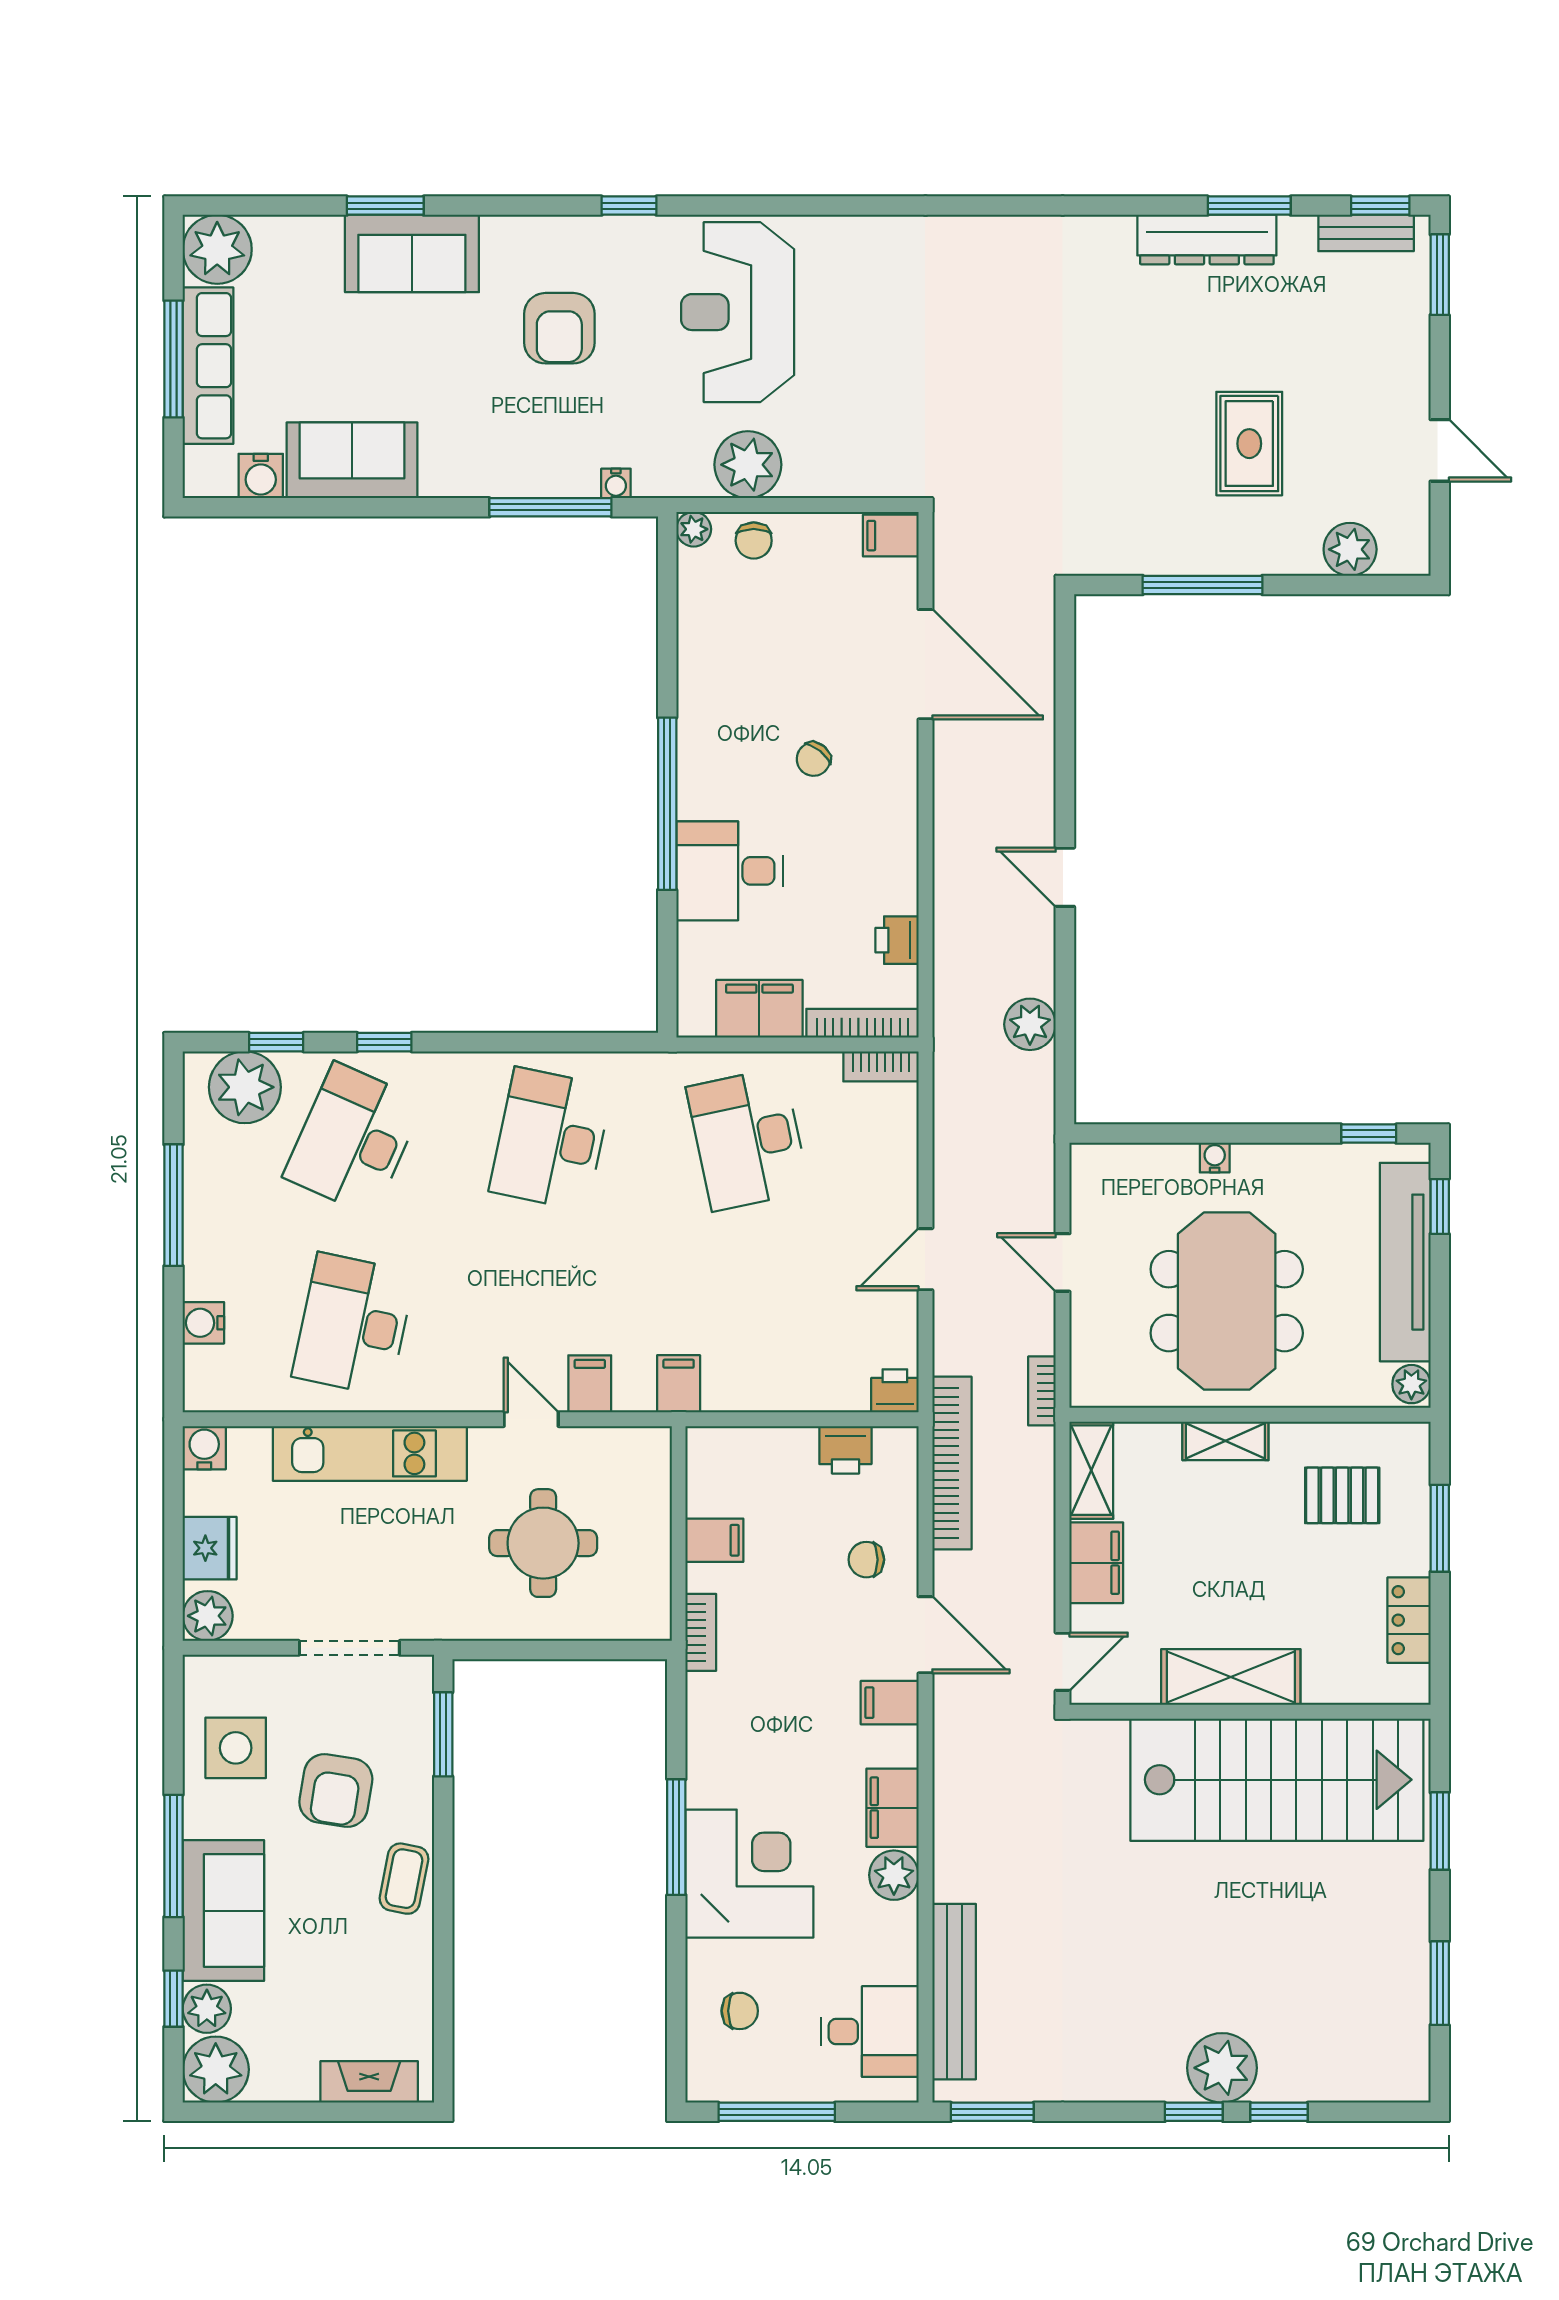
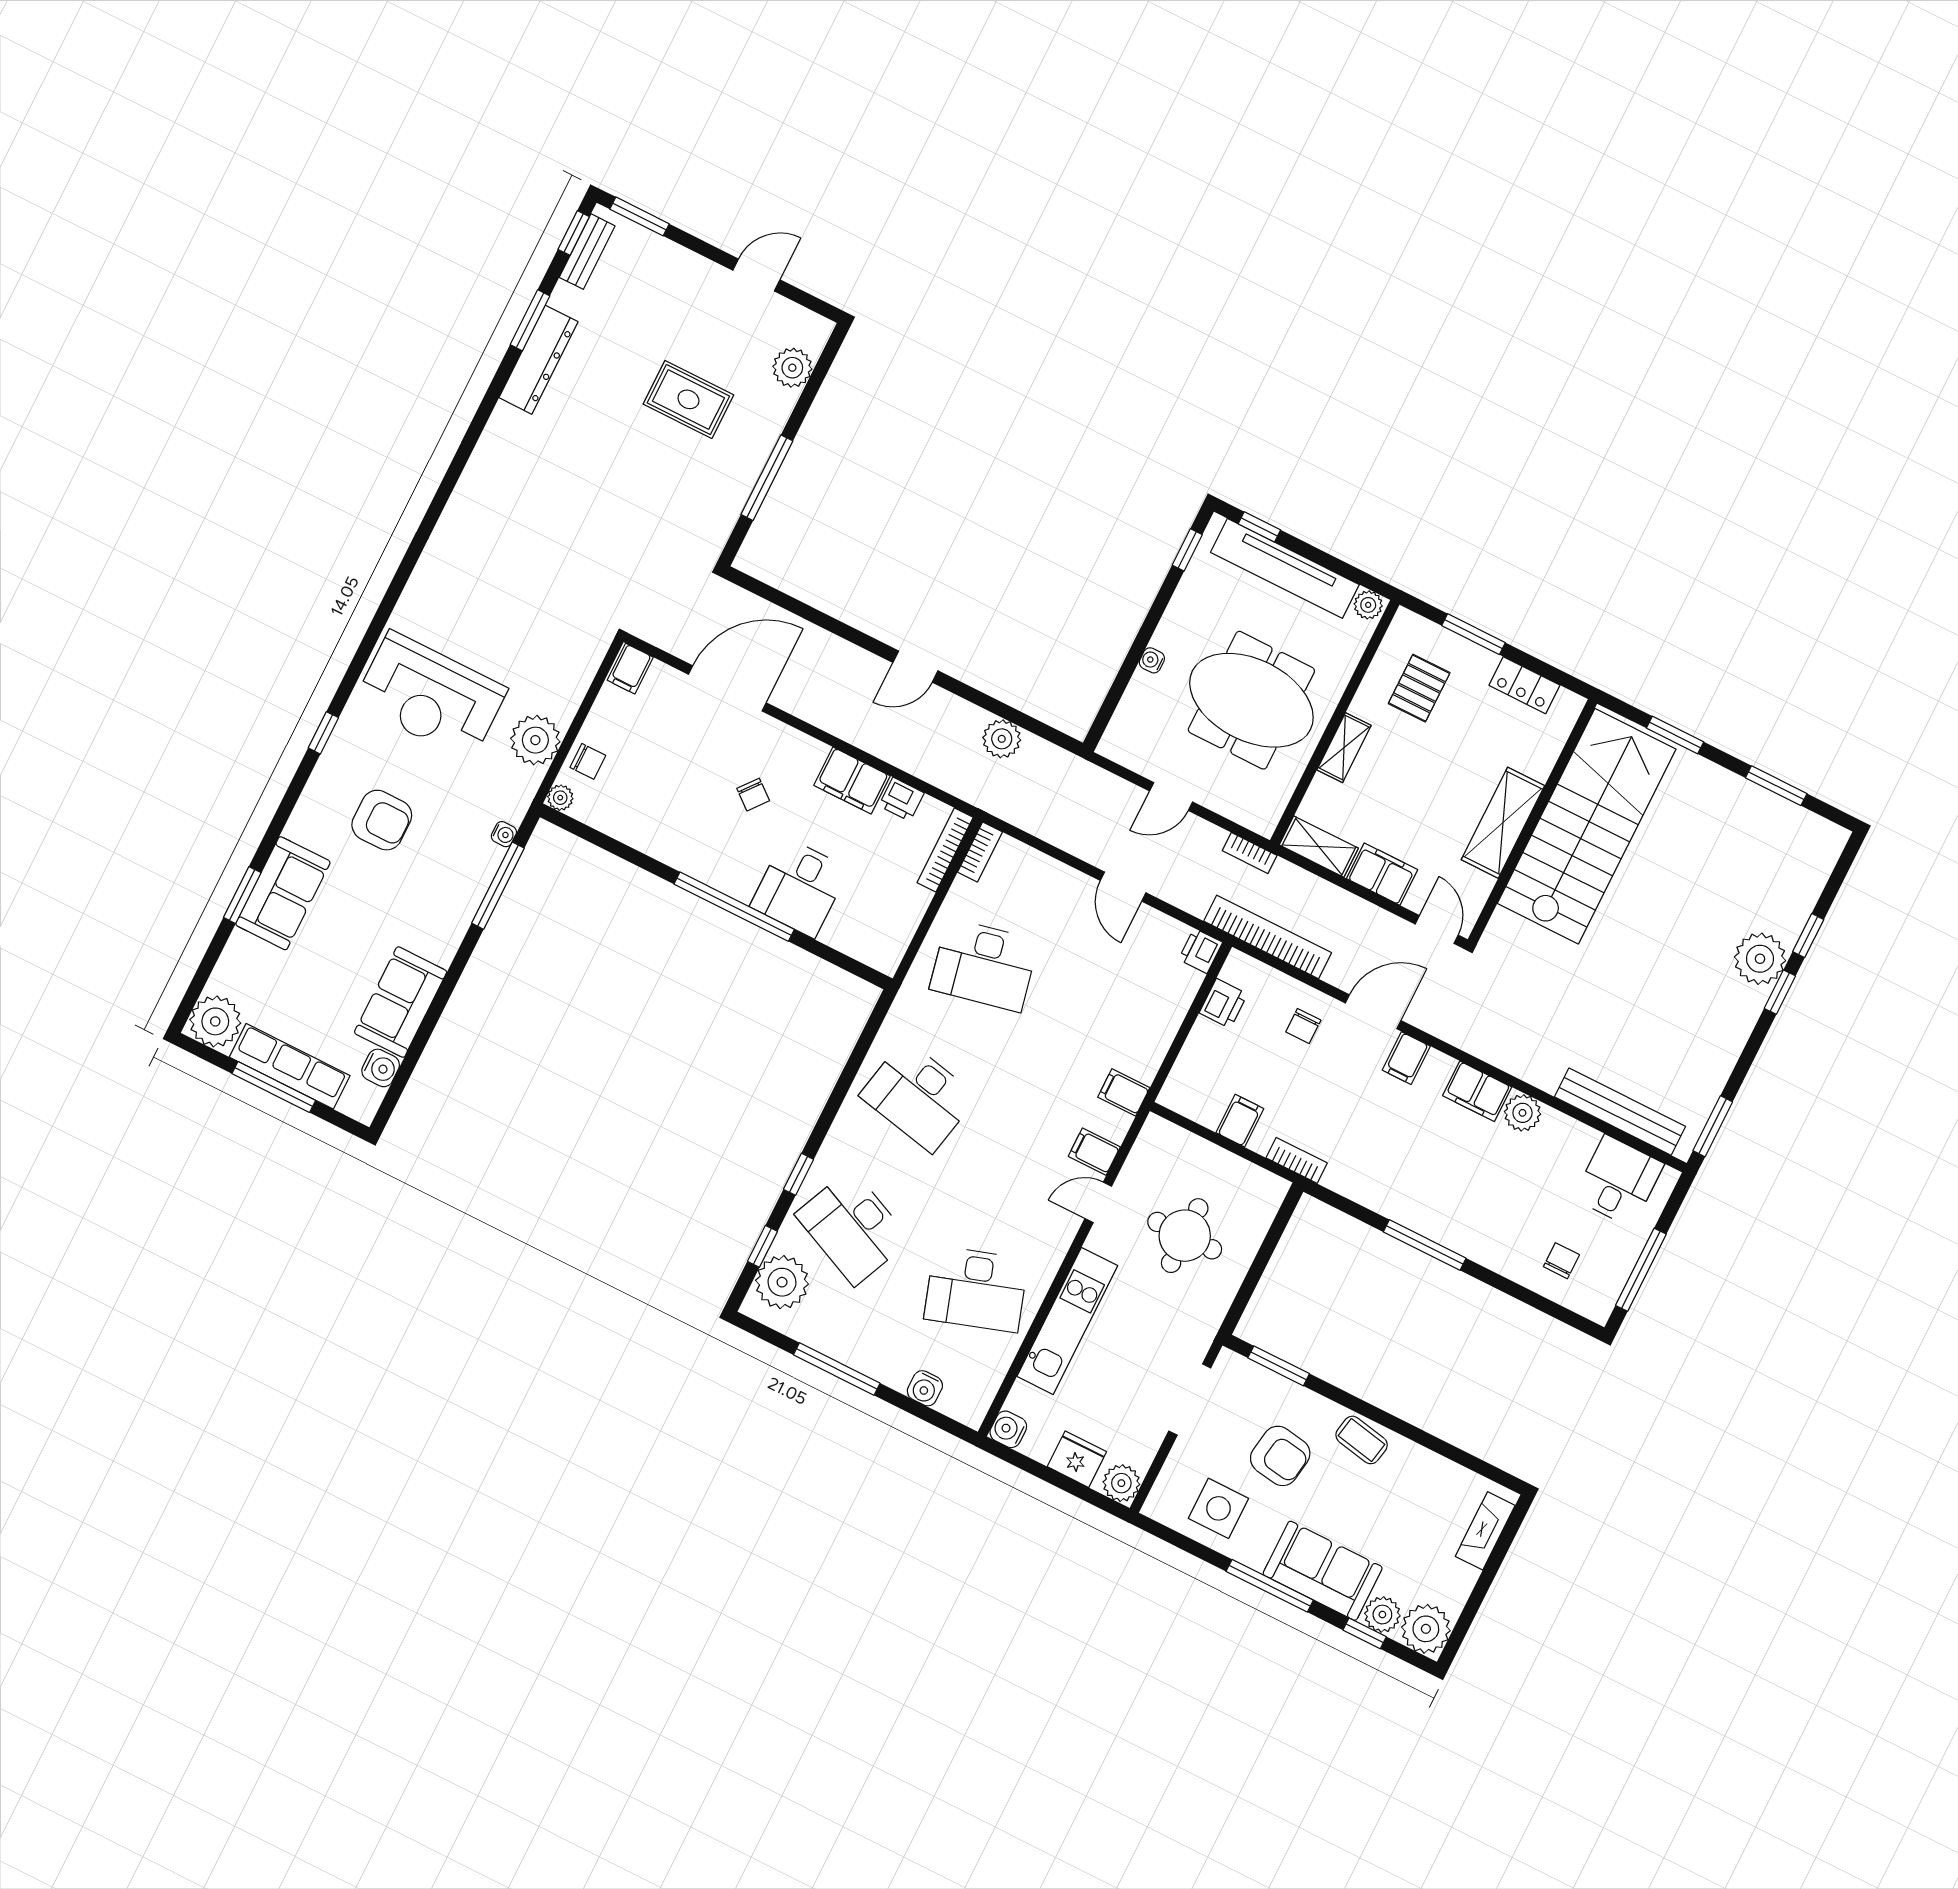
filing cabinet: (759, 1009) -> (852, 781), moved, turned -90
desk: (353, 1325) -> (976, 1289), turned -30
corner desk: (749, 1874) -> (1473, 1208), removed

